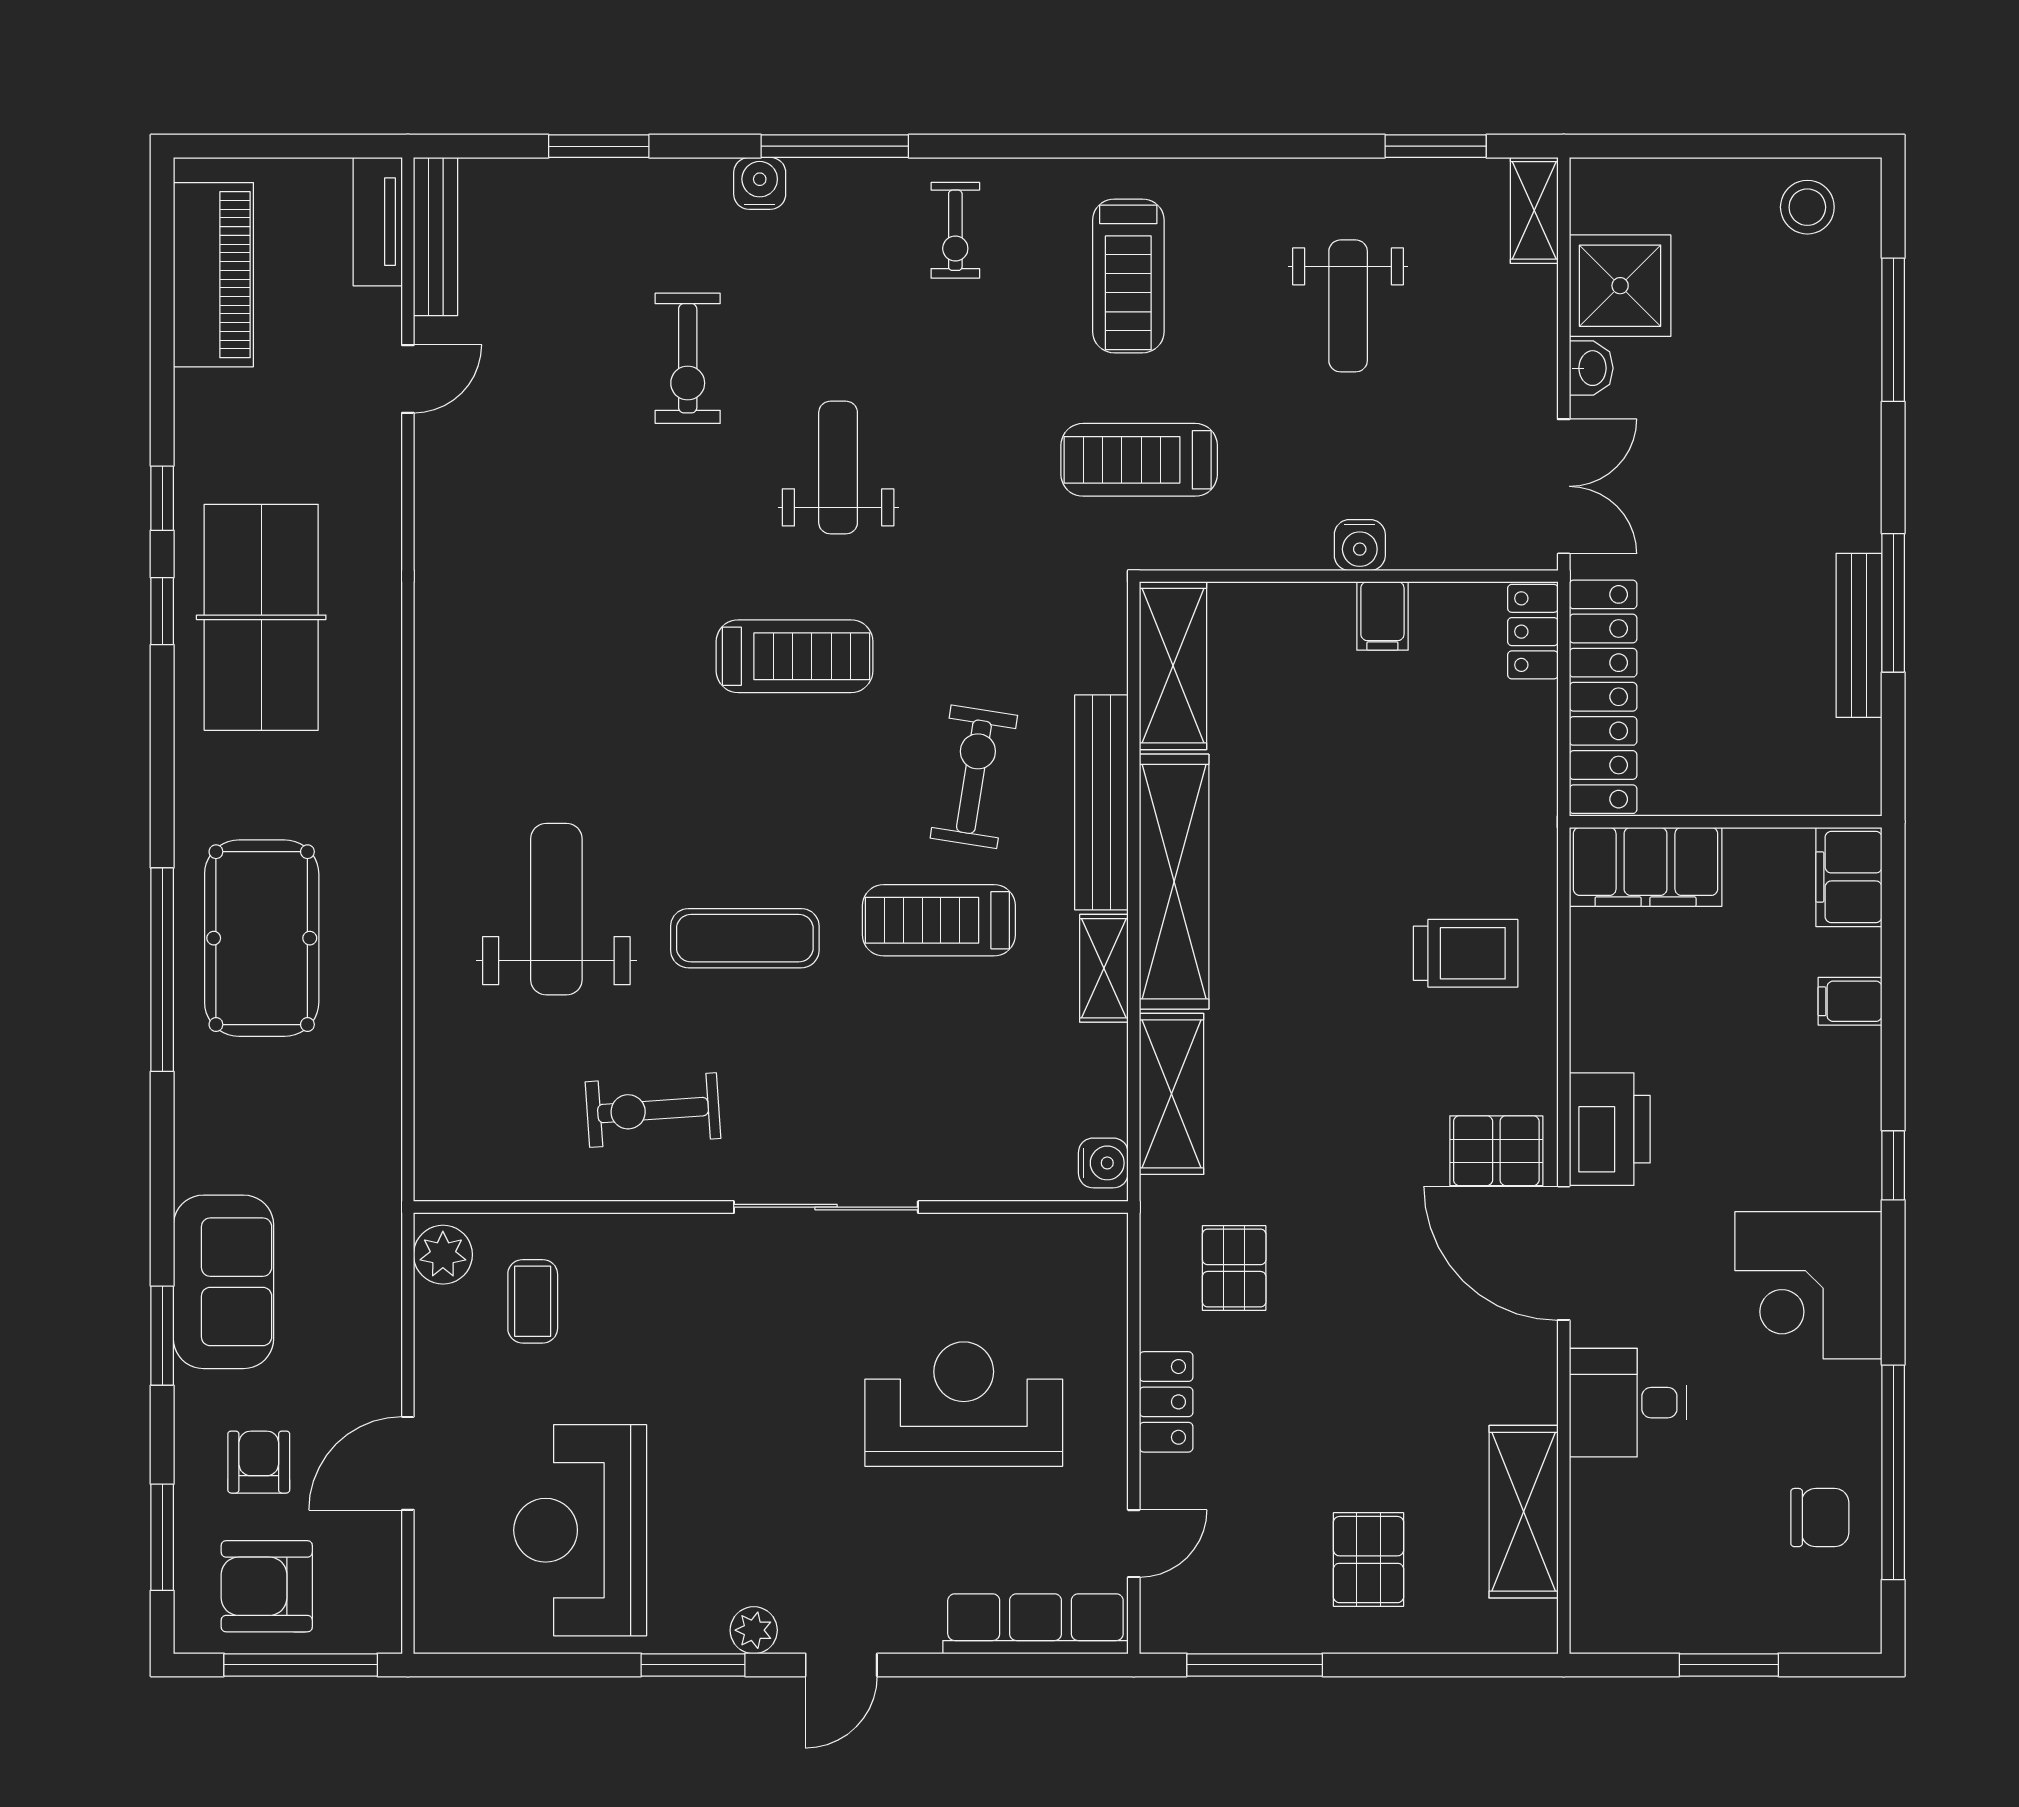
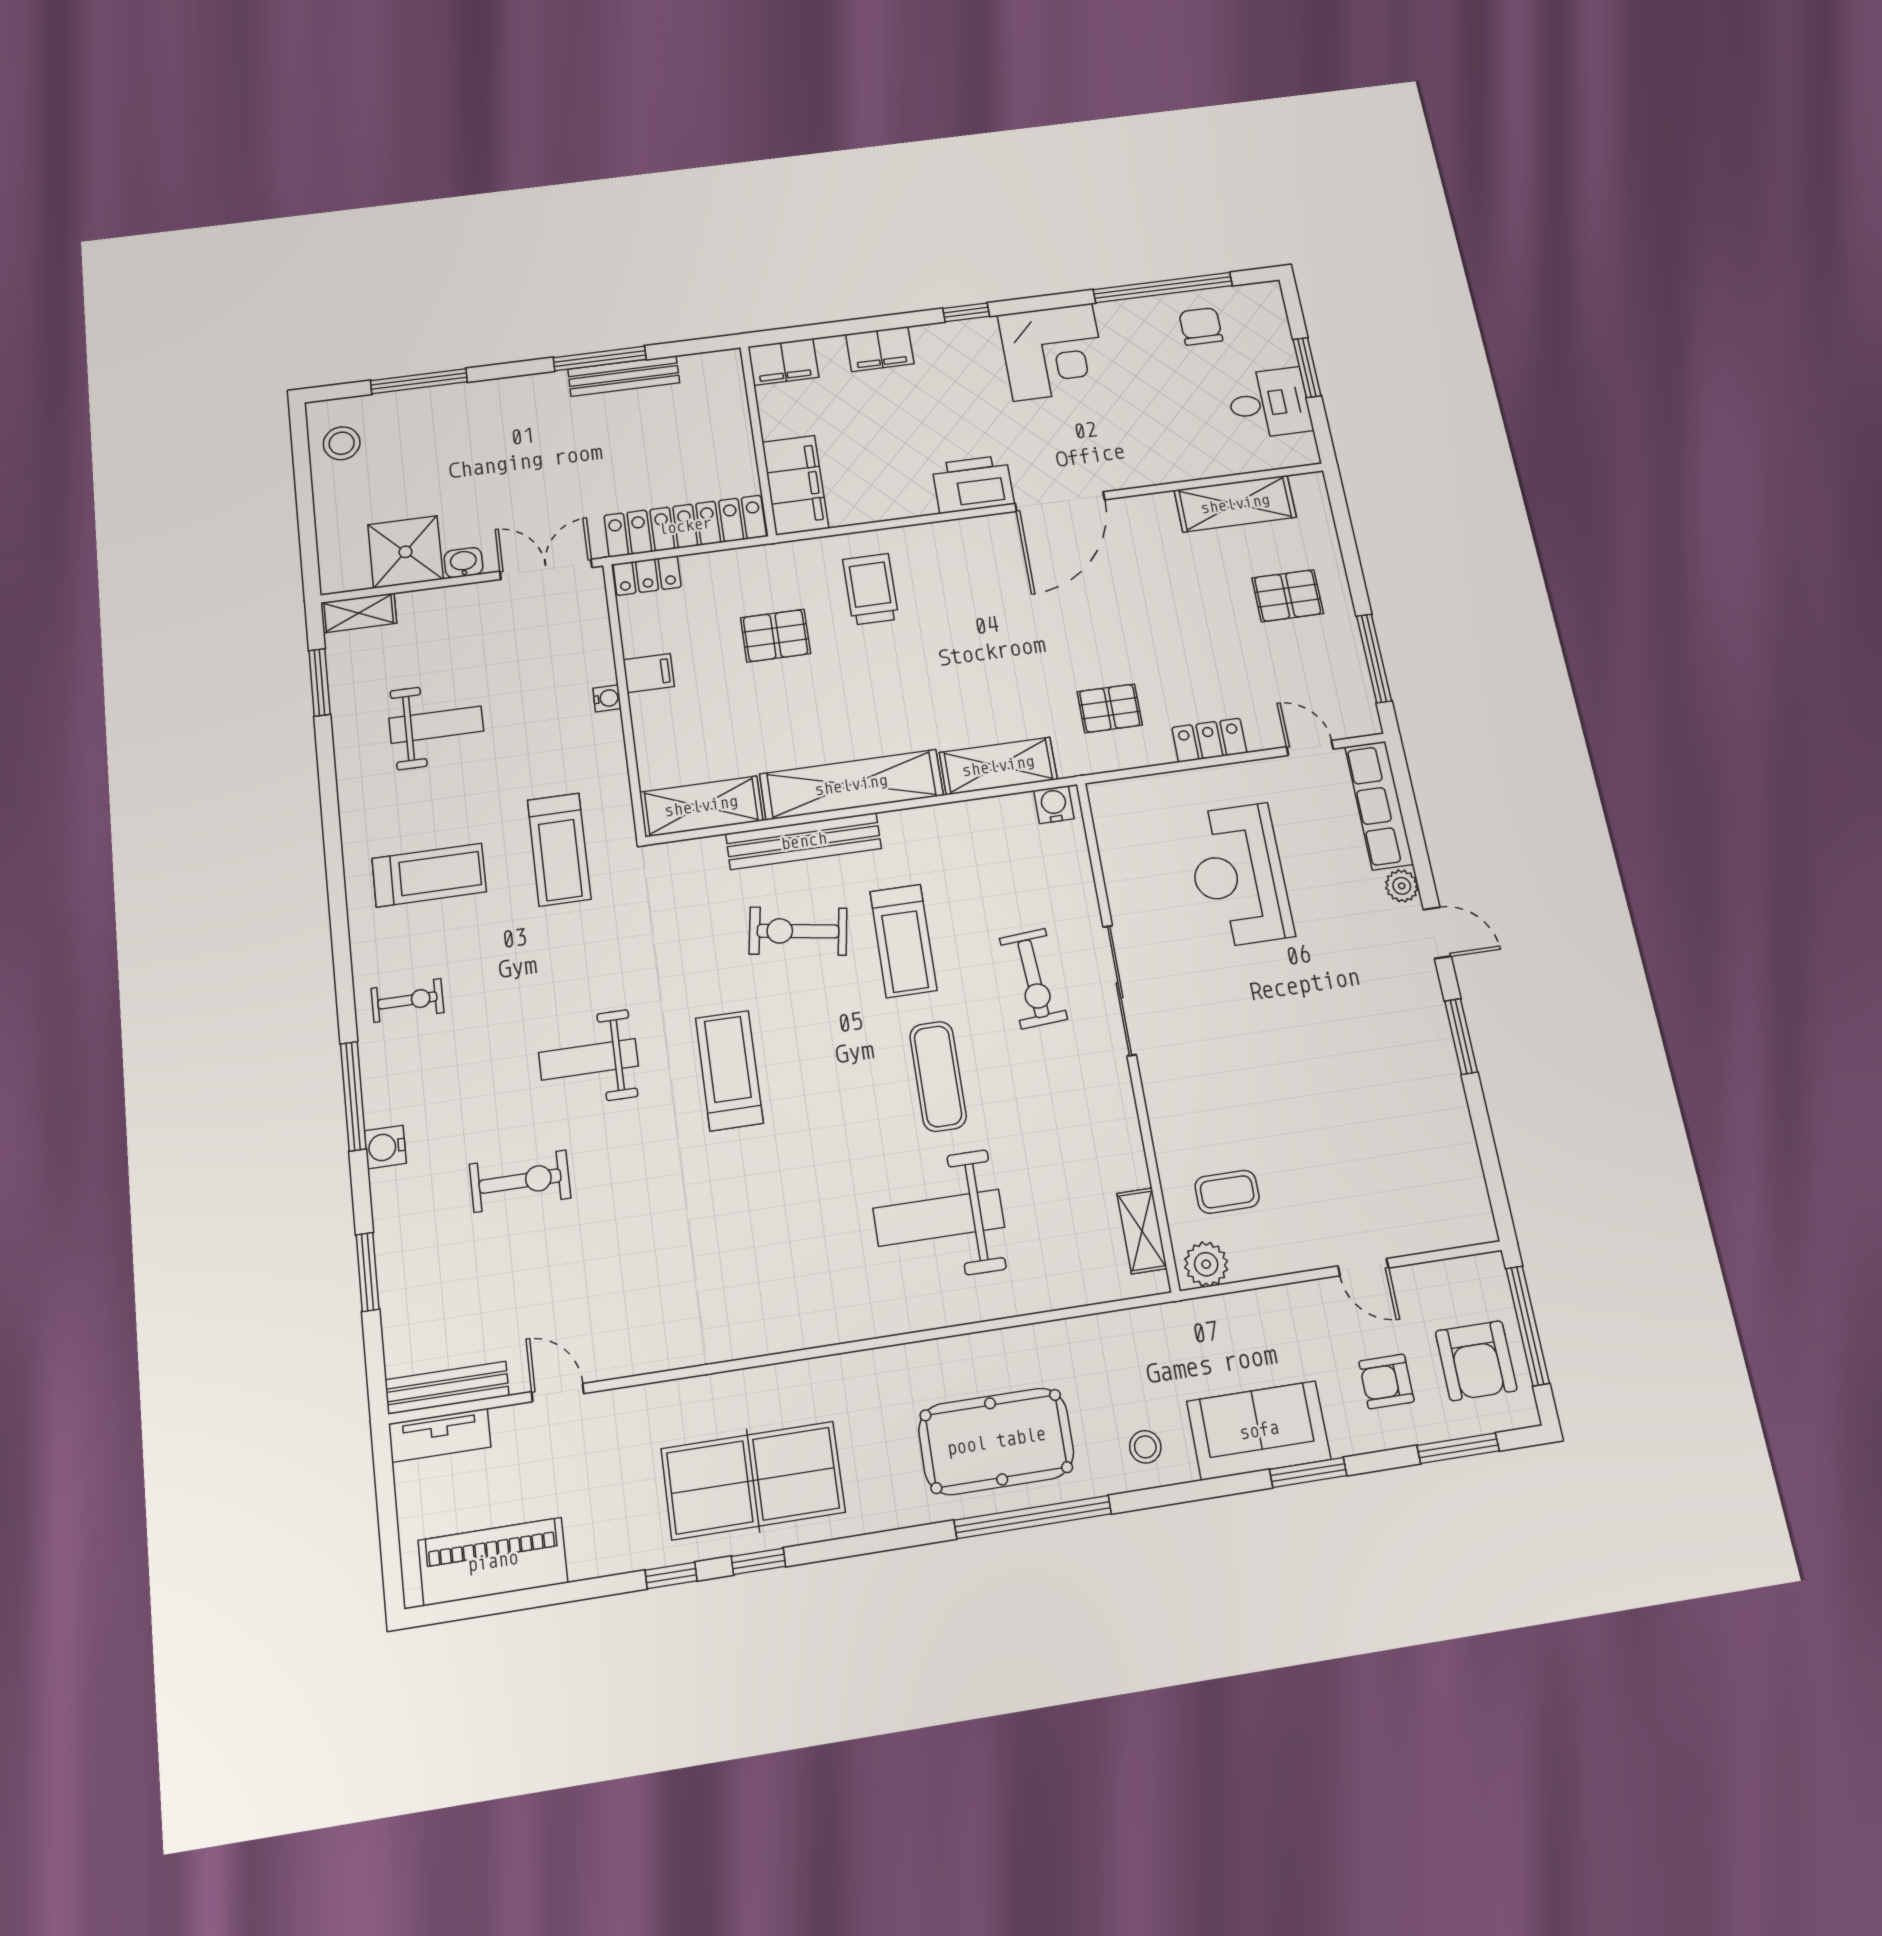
water cooler: (1360, 545) -> (607, 698), width x0.72, depth x0.72
shelving: (1104, 968) -> (1142, 1231), moved, turned 90
filing cabinet: (1850, 1001) -> (880, 349), width x2.00
exercise bike: (653, 1110) -> (1033, 979), moved
stool: (225, 1130) -> (1145, 1447), added
pallet: (1496, 1151) -> (776, 636), moved, turned 90
desk: (1628, 1403) -> (1269, 403), moved, turned -90
door: (408, 1463) -> (1363, 1267), width x0.73
reception desk: (580, 1530) -> (1384, 1132), removed
plant: (754, 1630) -> (1402, 886), moved

